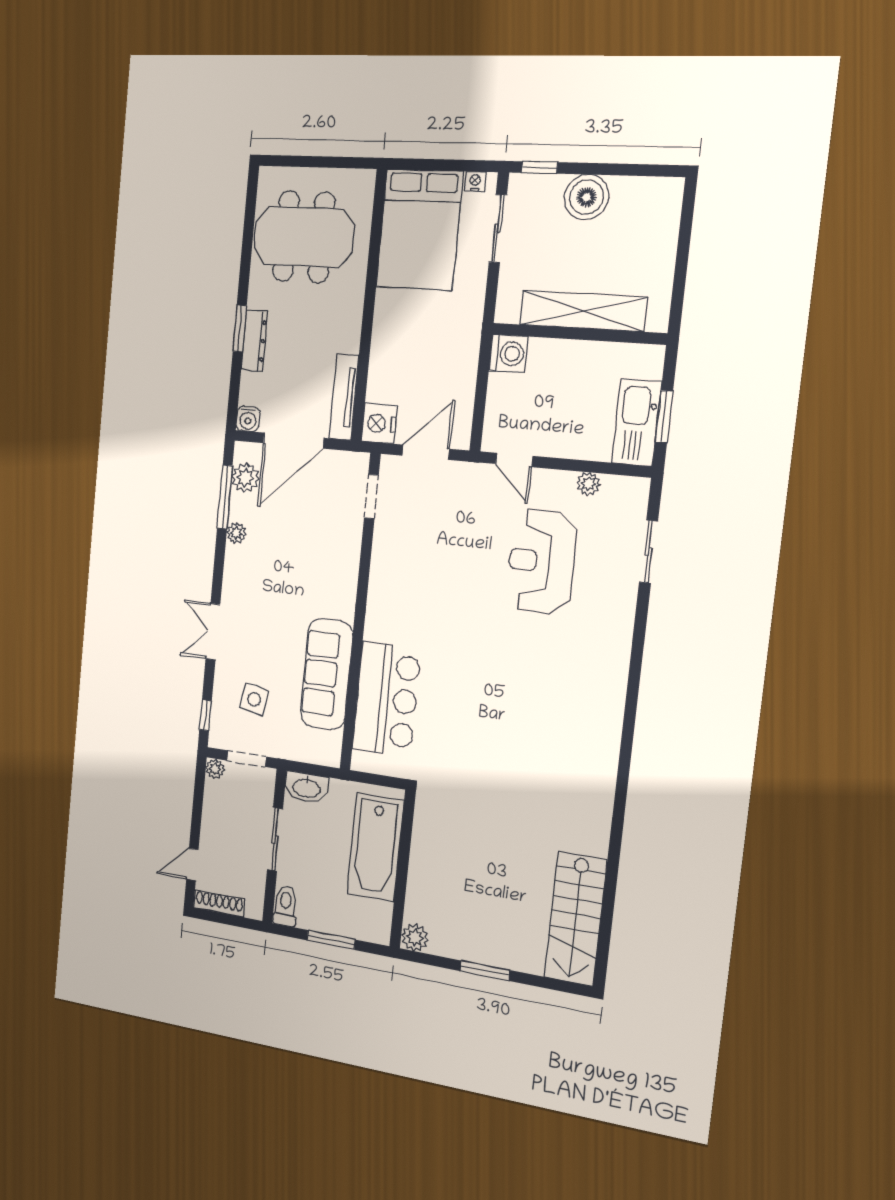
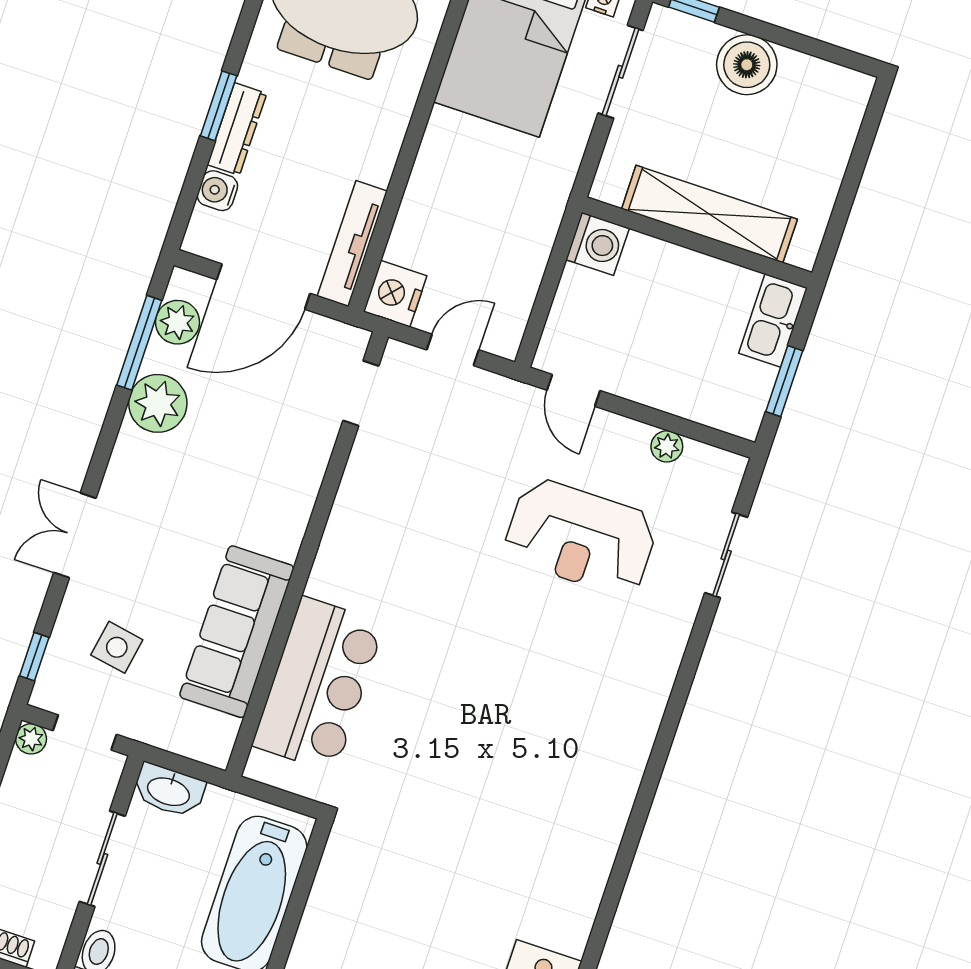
water cooler: (248, 419) -> (217, 191), moved, turned 90
kitchen sink: (637, 422) -> (773, 321), moved, width x0.73, depth x0.81
door: (426, 452) -> (453, 350), width x0.73
plant: (236, 533) -> (158, 403), width x1.88, depth x1.88
reception desk: (541, 562) -> (581, 537), turned -90

